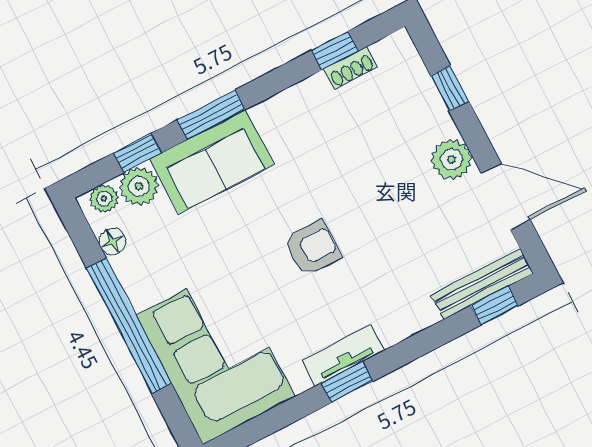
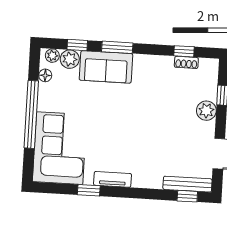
plant: (451, 159) -> (206, 111), moved
armchair: (313, 248) -> (126, 127), removed
window: (347, 382) -> (89, 190), moved

